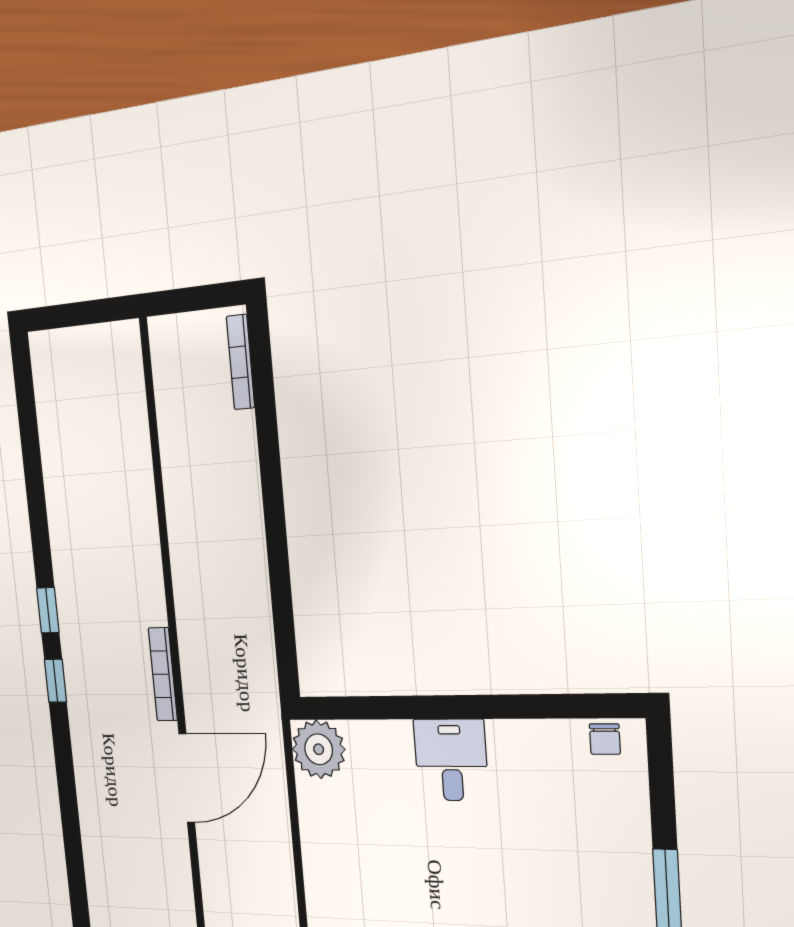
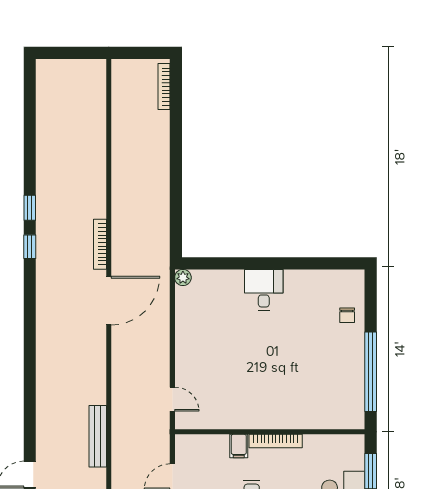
chair: (605, 739) -> (347, 315), moved
plant: (319, 749) -> (183, 278), width x0.53, depth x0.53

